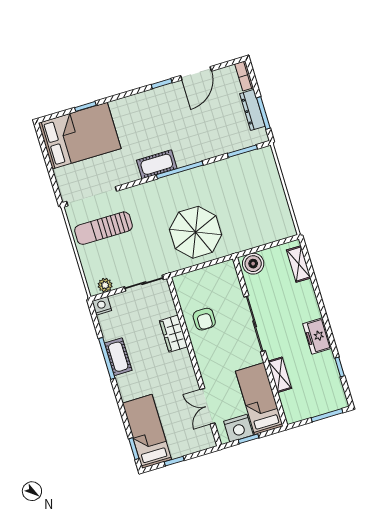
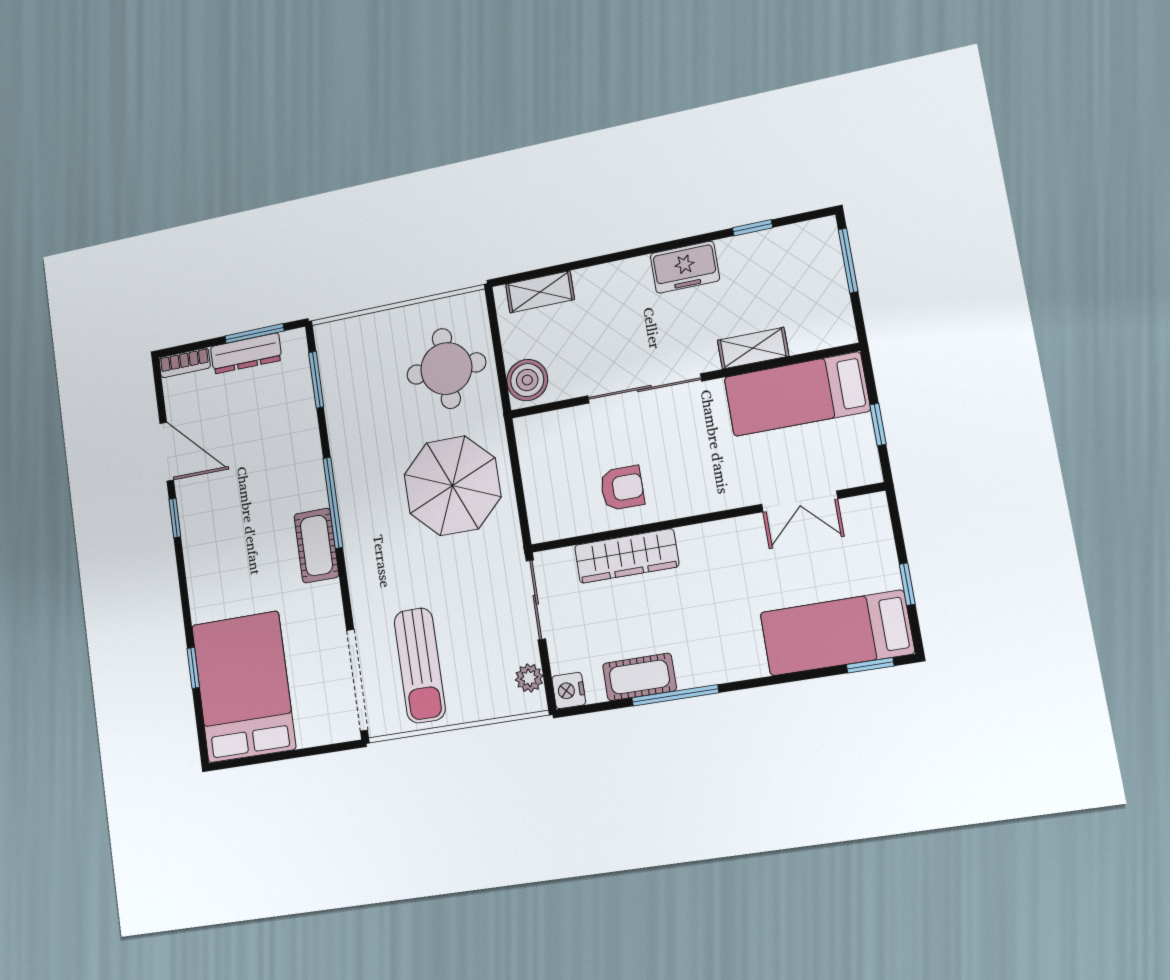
round table: (255, 220) -> (446, 368), added
wardrobe: (173, 334) -> (627, 556), width x1.50
cot: (118, 357) -> (639, 677), moved
nightstand: (238, 428) -> (853, 443), removed

